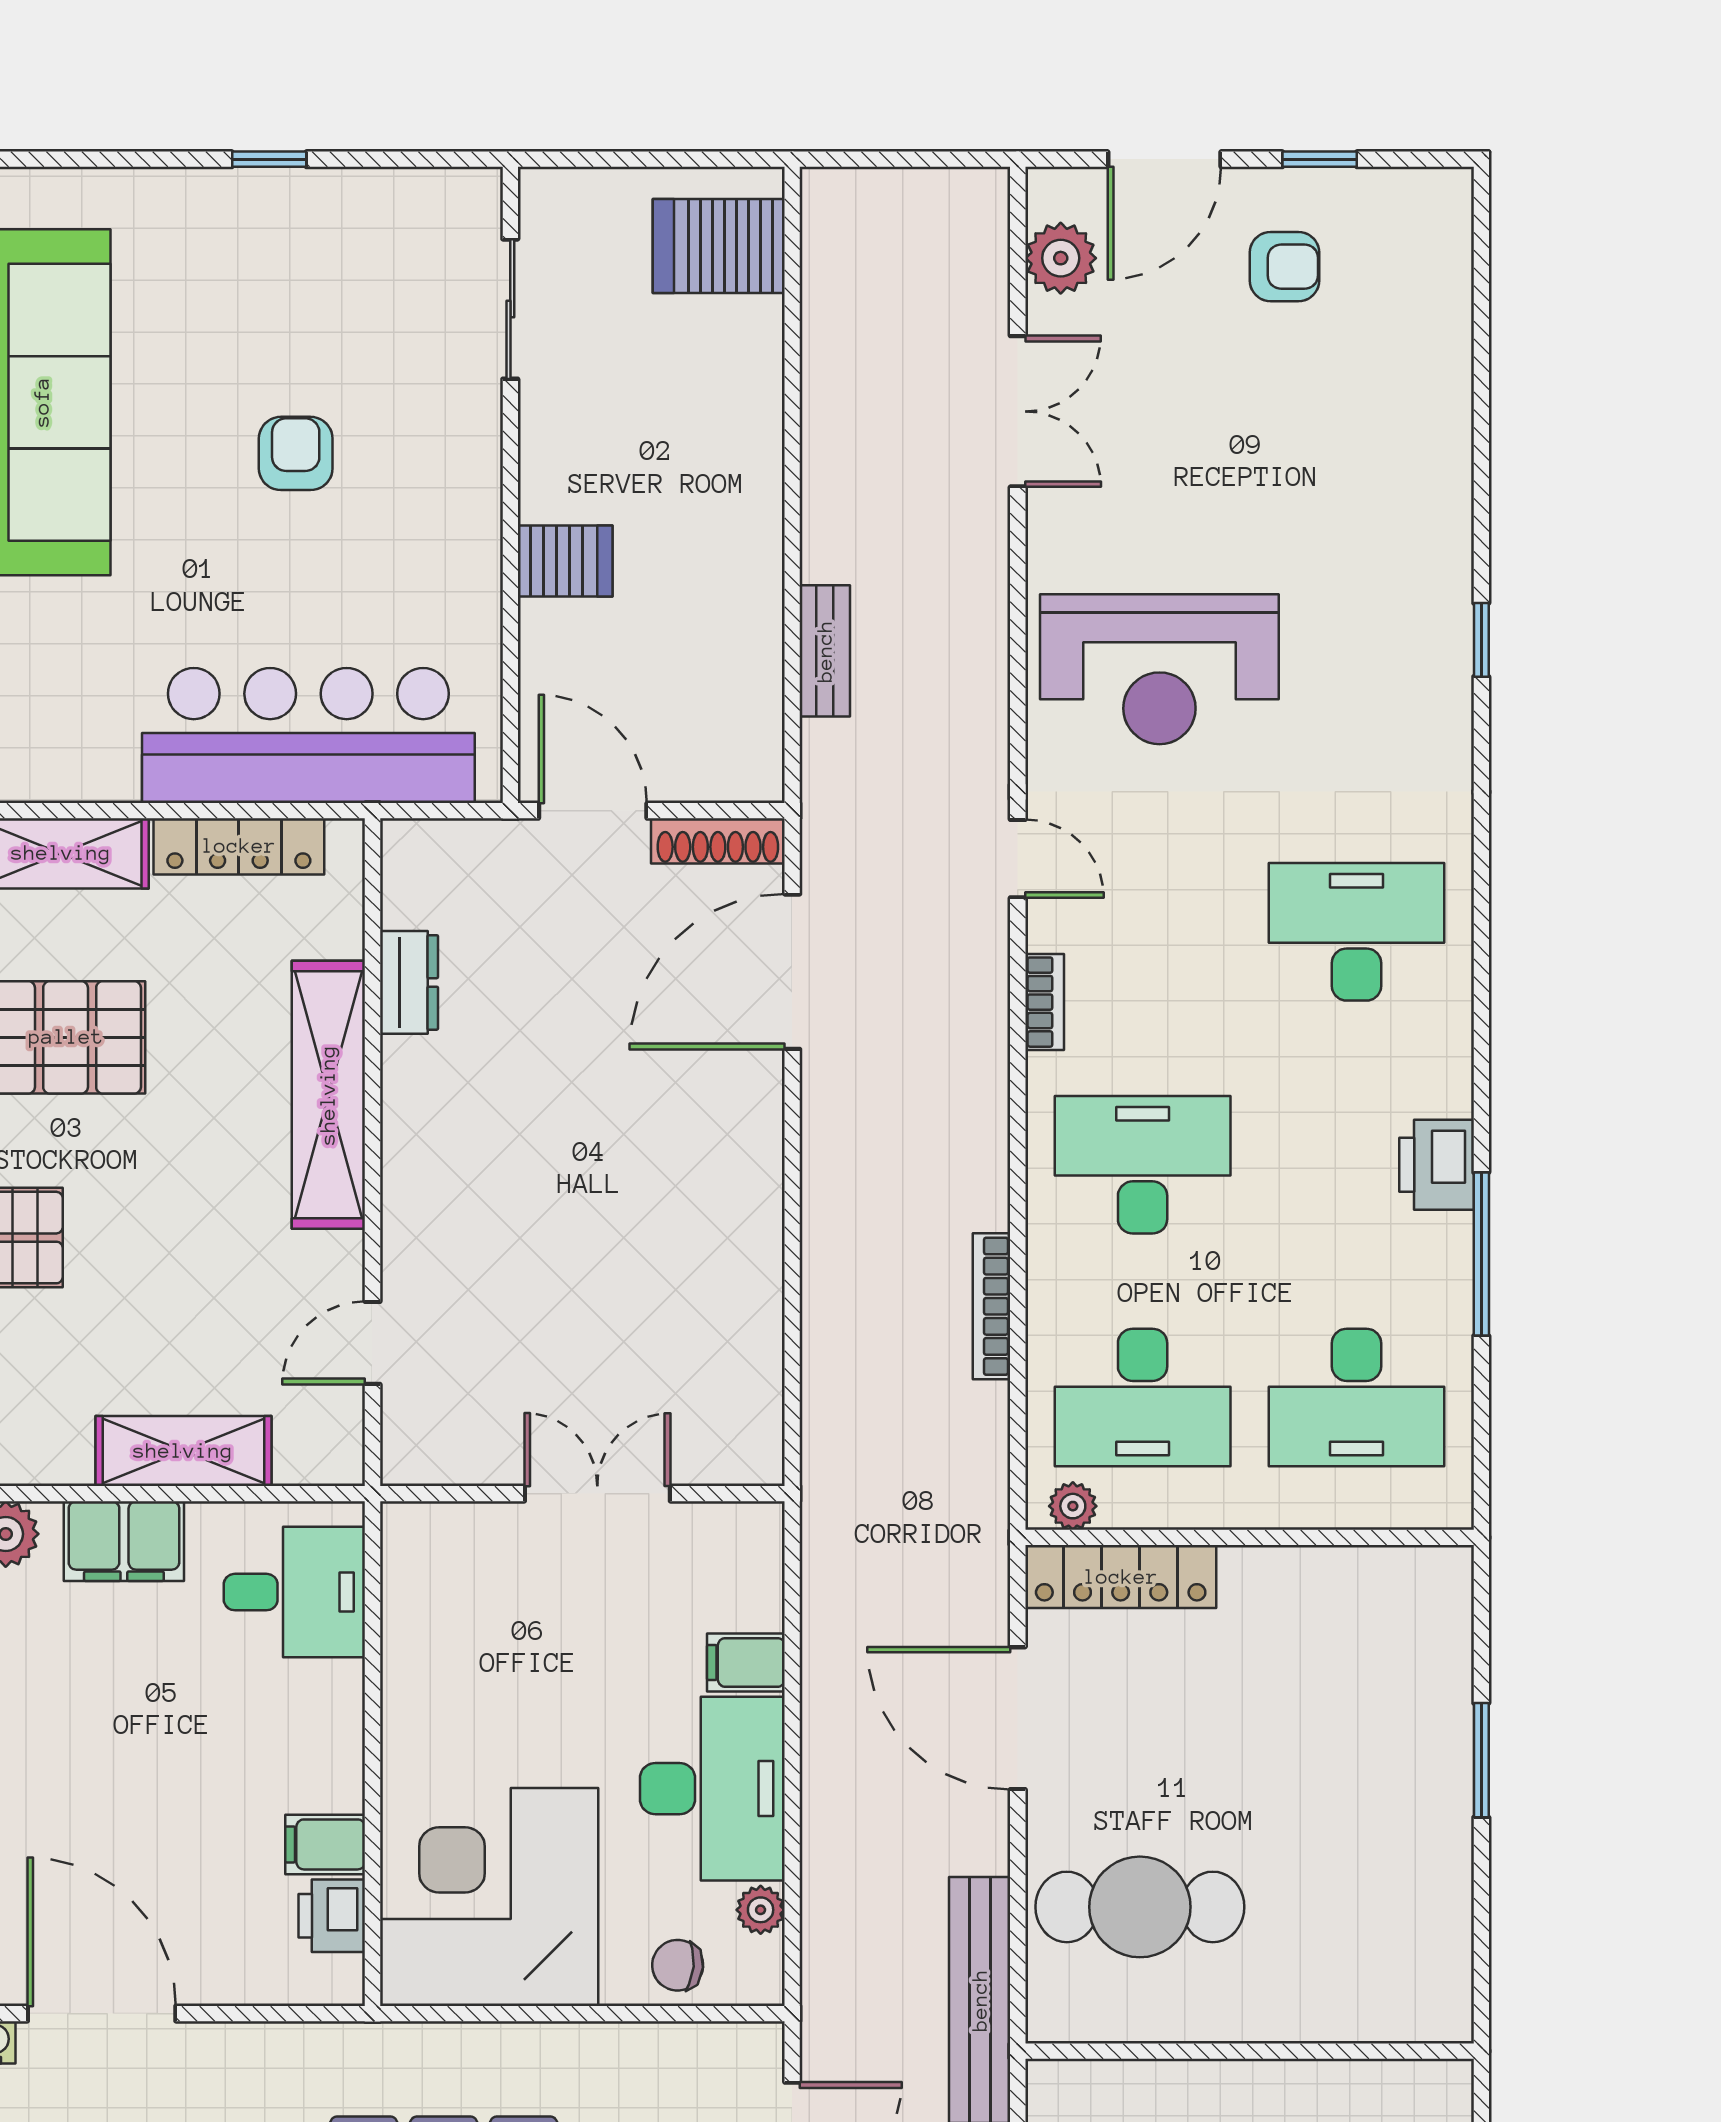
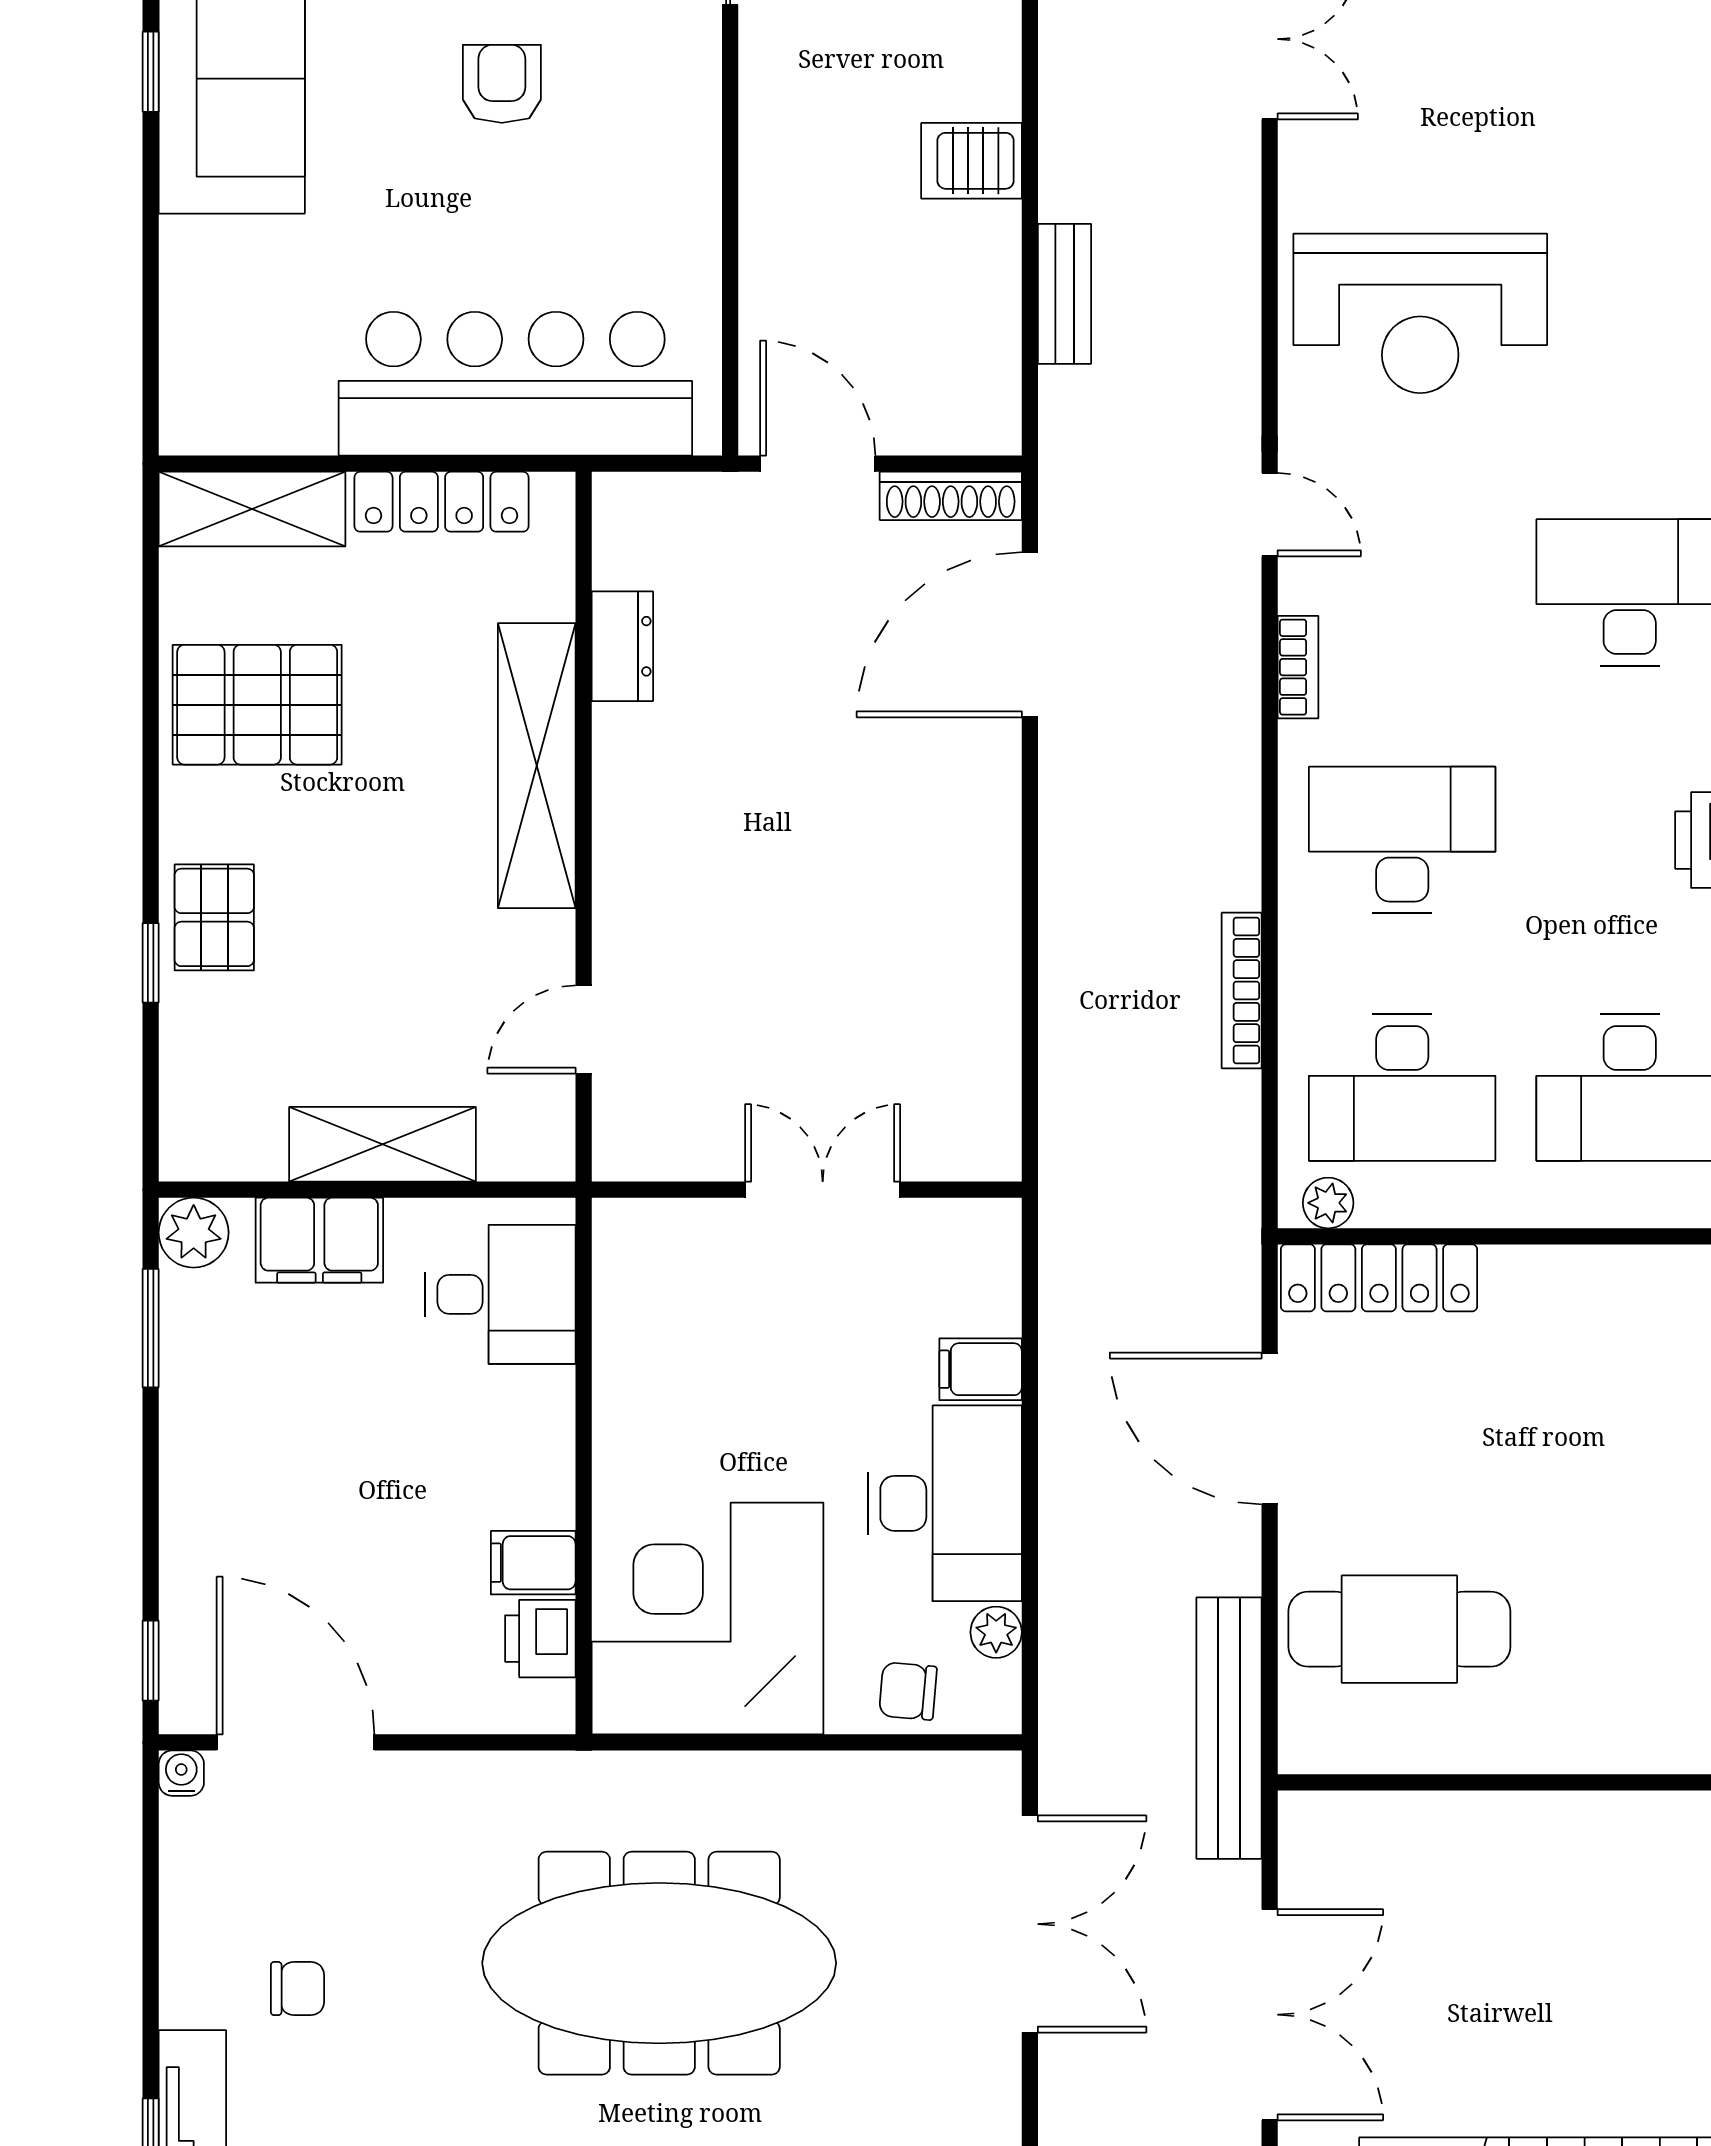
server rack: (565, 561) -> (971, 161), moved, turned 180

